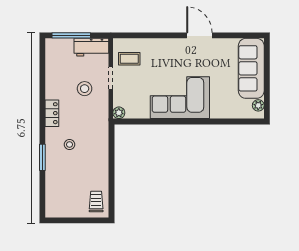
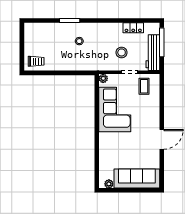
workbench: (91, 47) -> (153, 53), width x1.38
corner sofa: (180, 98) -> (115, 110), moved
locker: (52, 113) -> (133, 28), moved

